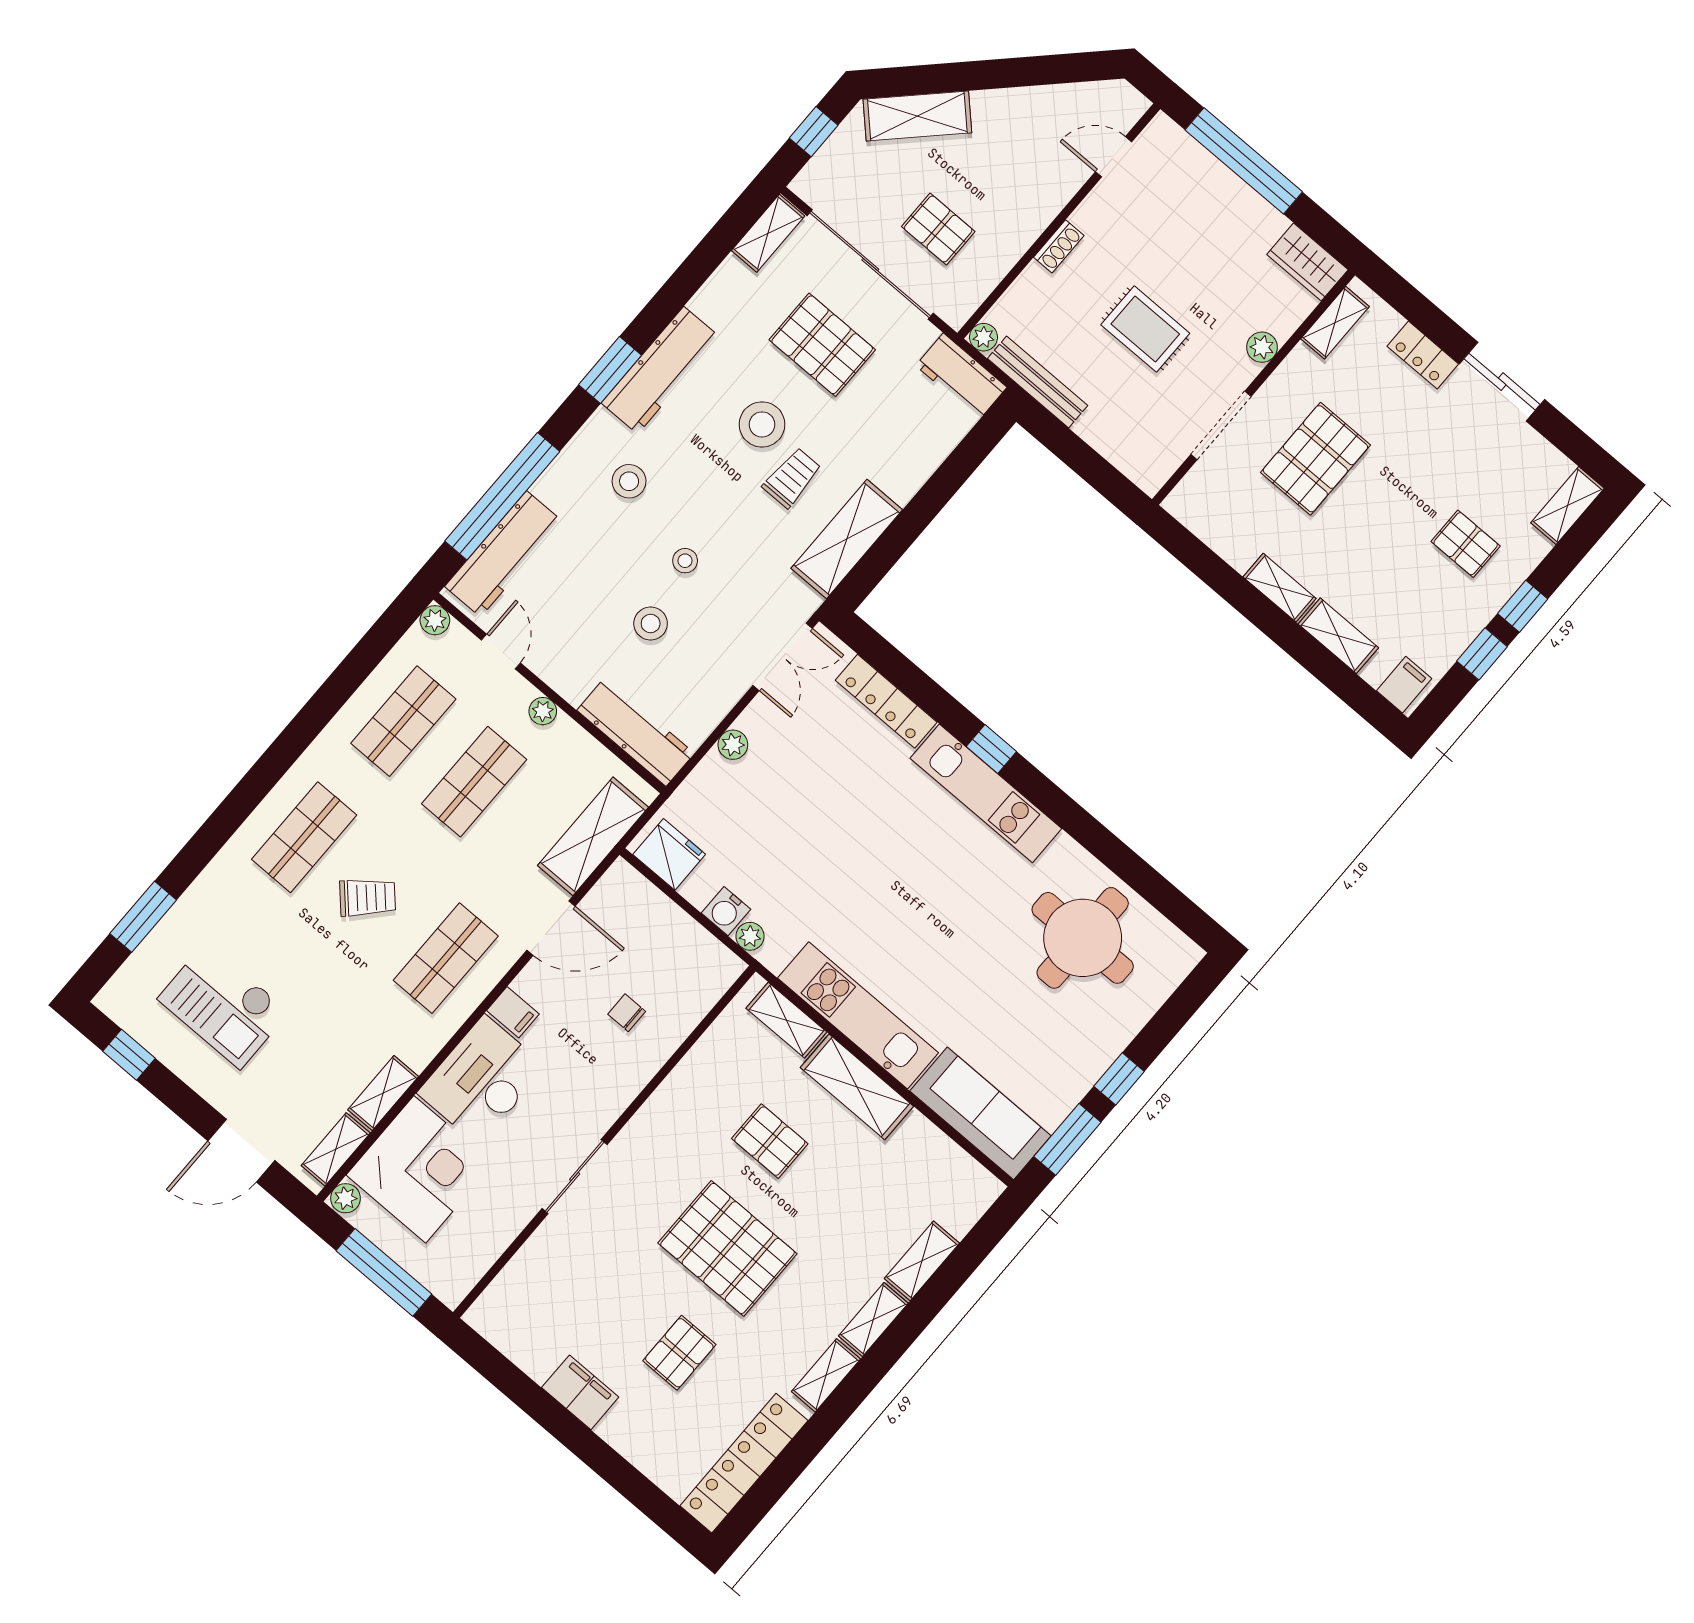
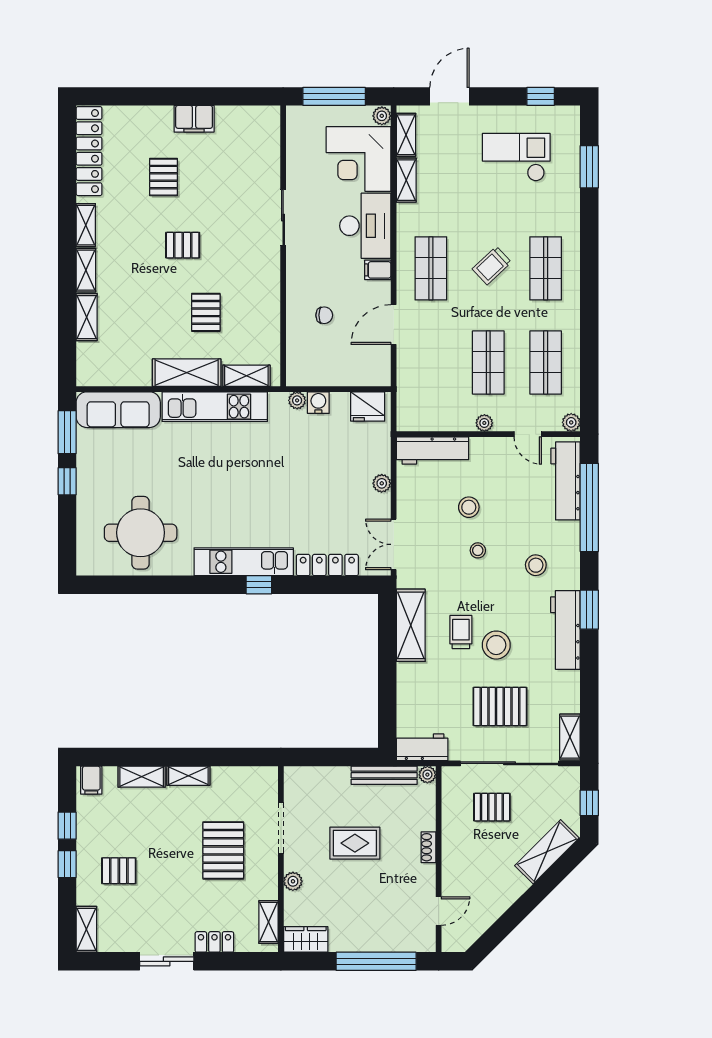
trolley: (792, 478) -> (461, 632), turned 180
shelving: (593, 836) -> (411, 384), removed
pallet: (770, 1141) -> (206, 312), turned 90
pallet: (727, 1248) -> (183, 245), width x0.49, depth x0.50

